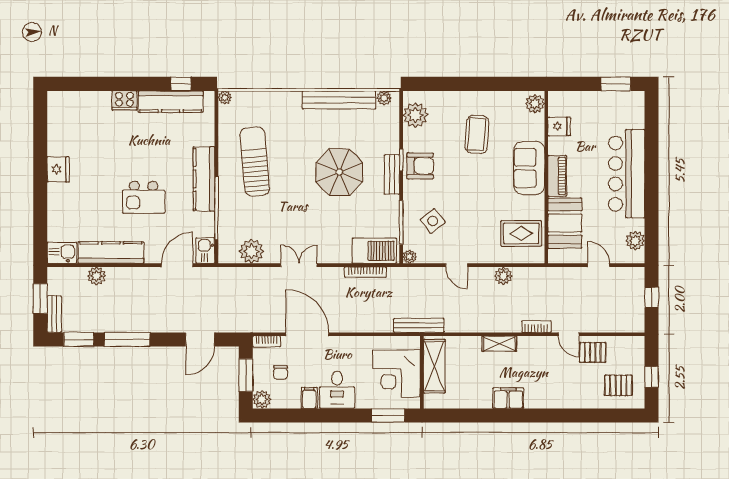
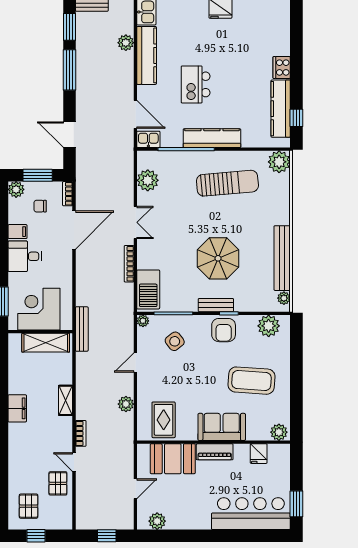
plant: (225, 97) -> (279, 162), width x1.87, depth x1.87
coffee table: (477, 134) -> (251, 381), width x1.36, depth x1.32
bar counter: (627, 174) -> (251, 514), moved
bookcase: (365, 272) -> (129, 264), moved
door: (569, 334) -> (74, 462), hinge flipped

